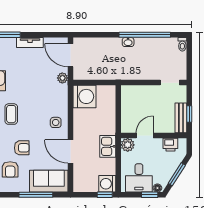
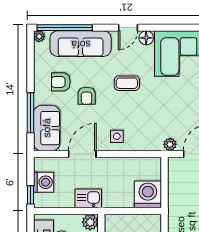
washing machine: (84, 96) -> (148, 194), moved, turned 180
washing machine: (107, 184) -> (44, 182), moved, turned 90

